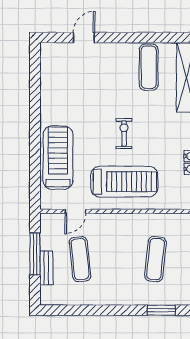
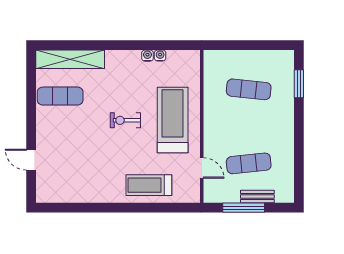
treadmill: (58, 158) -> (149, 185), width x0.73, depth x0.73

